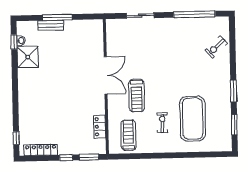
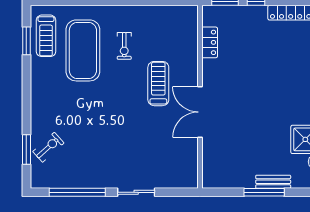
sliding door: (140, 16) -> (136, 192), moved
window: (233, 91) -> (26, 150), moved
treadmill: (128, 135) -> (46, 36), moved

